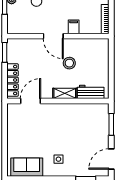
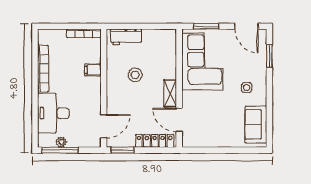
door: (53, 36) -> (104, 126), moved
workbench: (91, 92) -> (126, 37), moved, turned -90
shelving: (65, 93) -> (170, 93), moved
corner sofa: (81, 121) -> (202, 61), added

